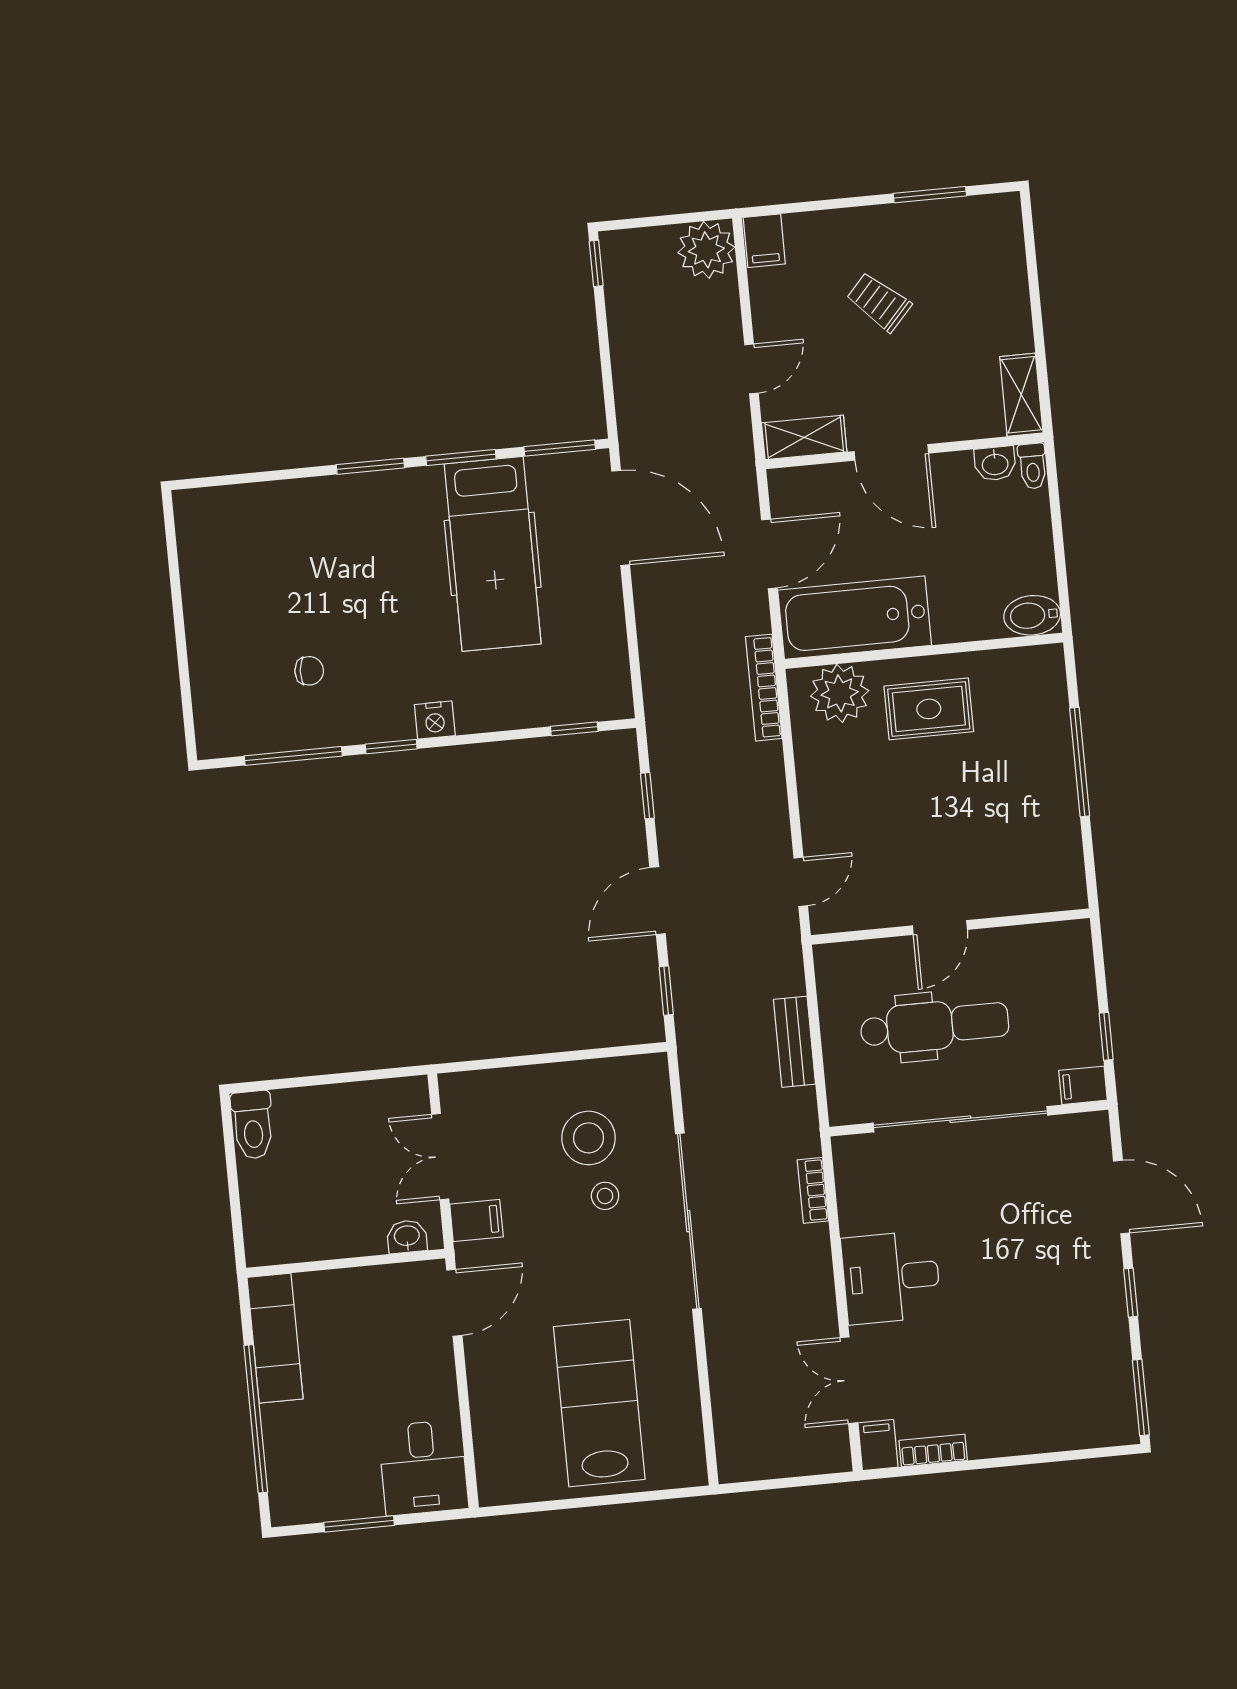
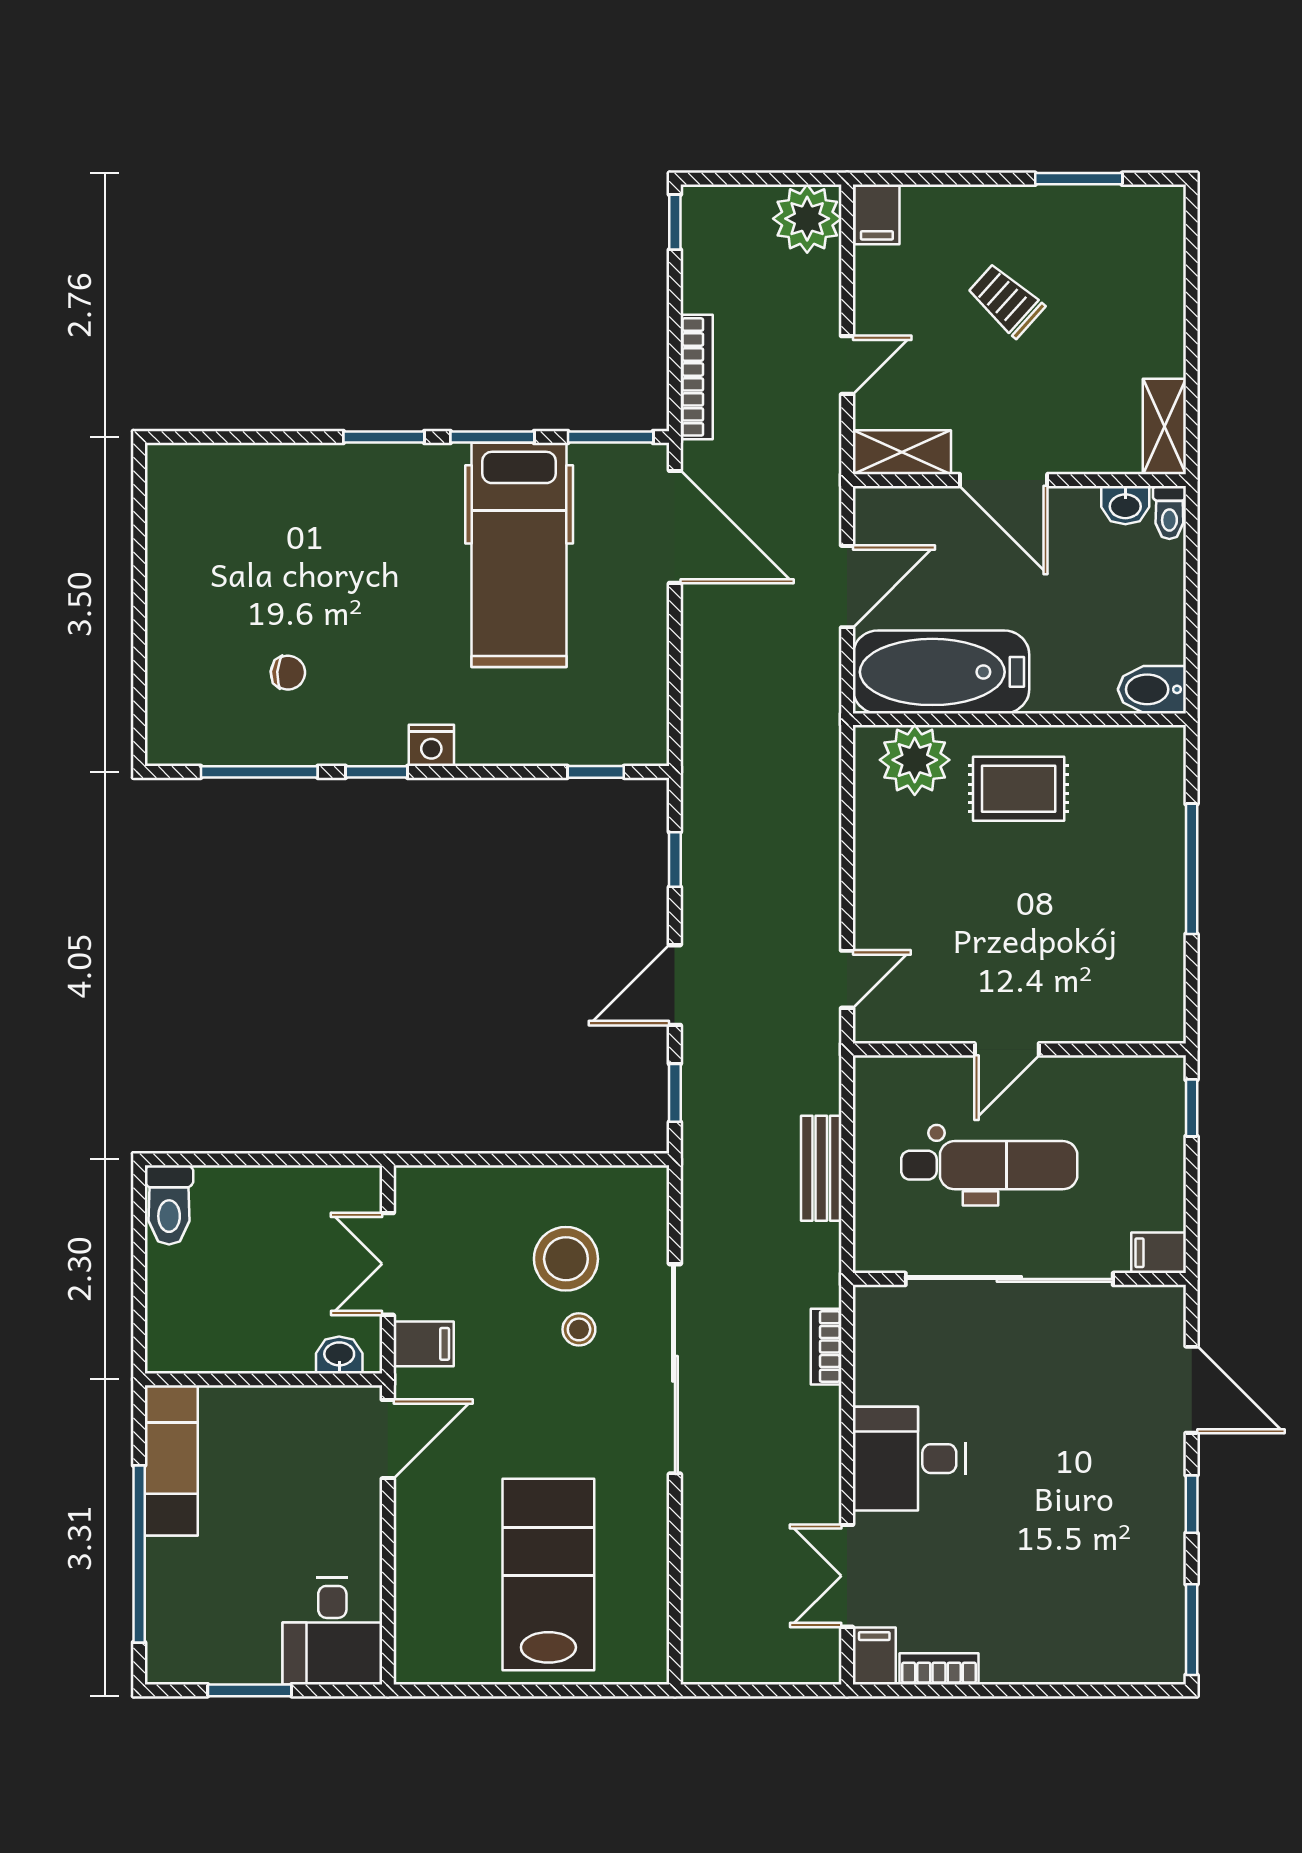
bookcase: (764, 688) -> (697, 377), moved, turned 180
window: (1106, 1036) -> (1192, 1108), moved

